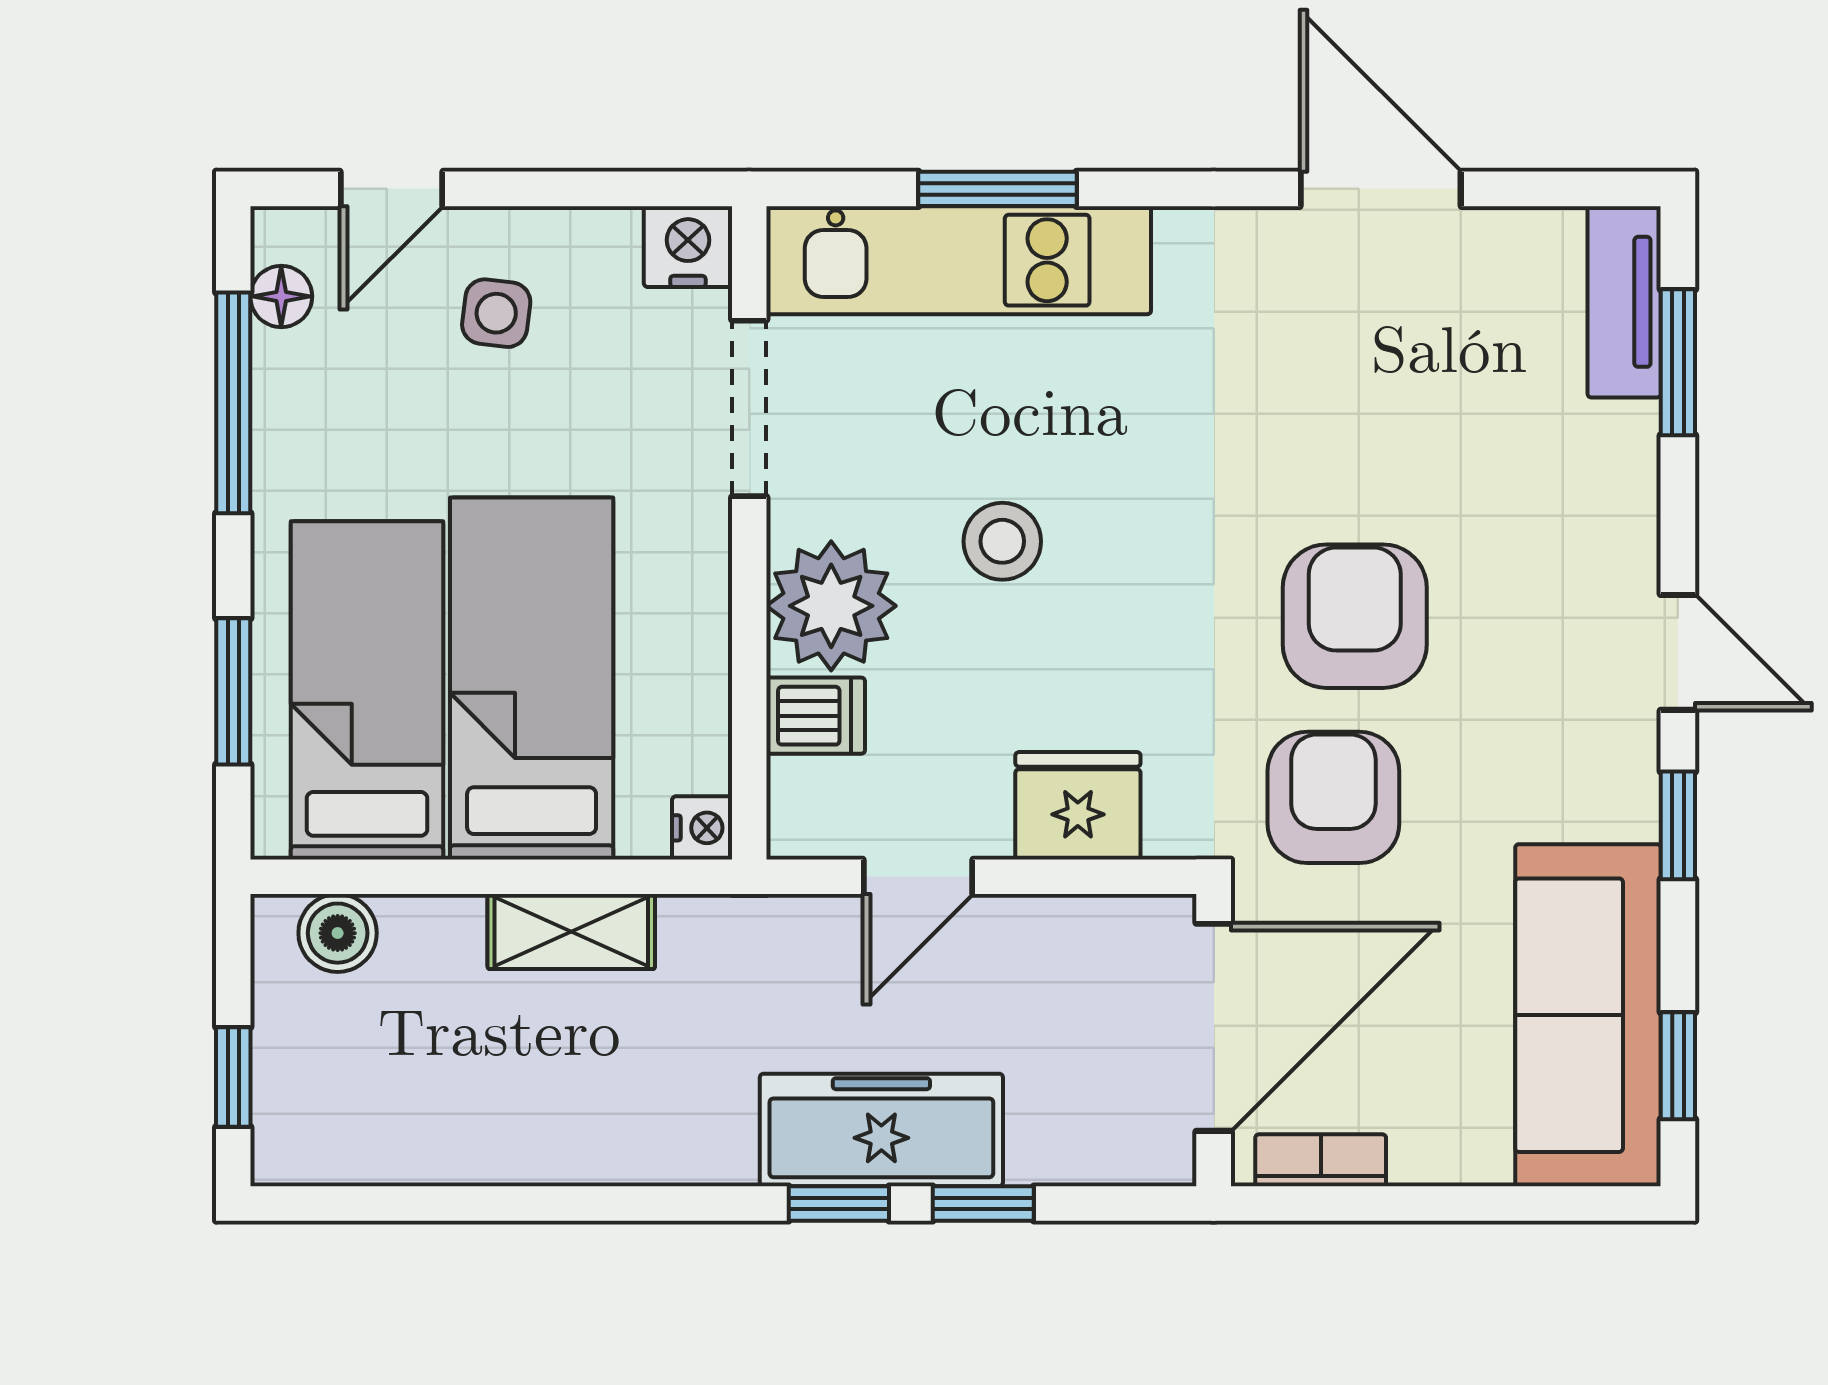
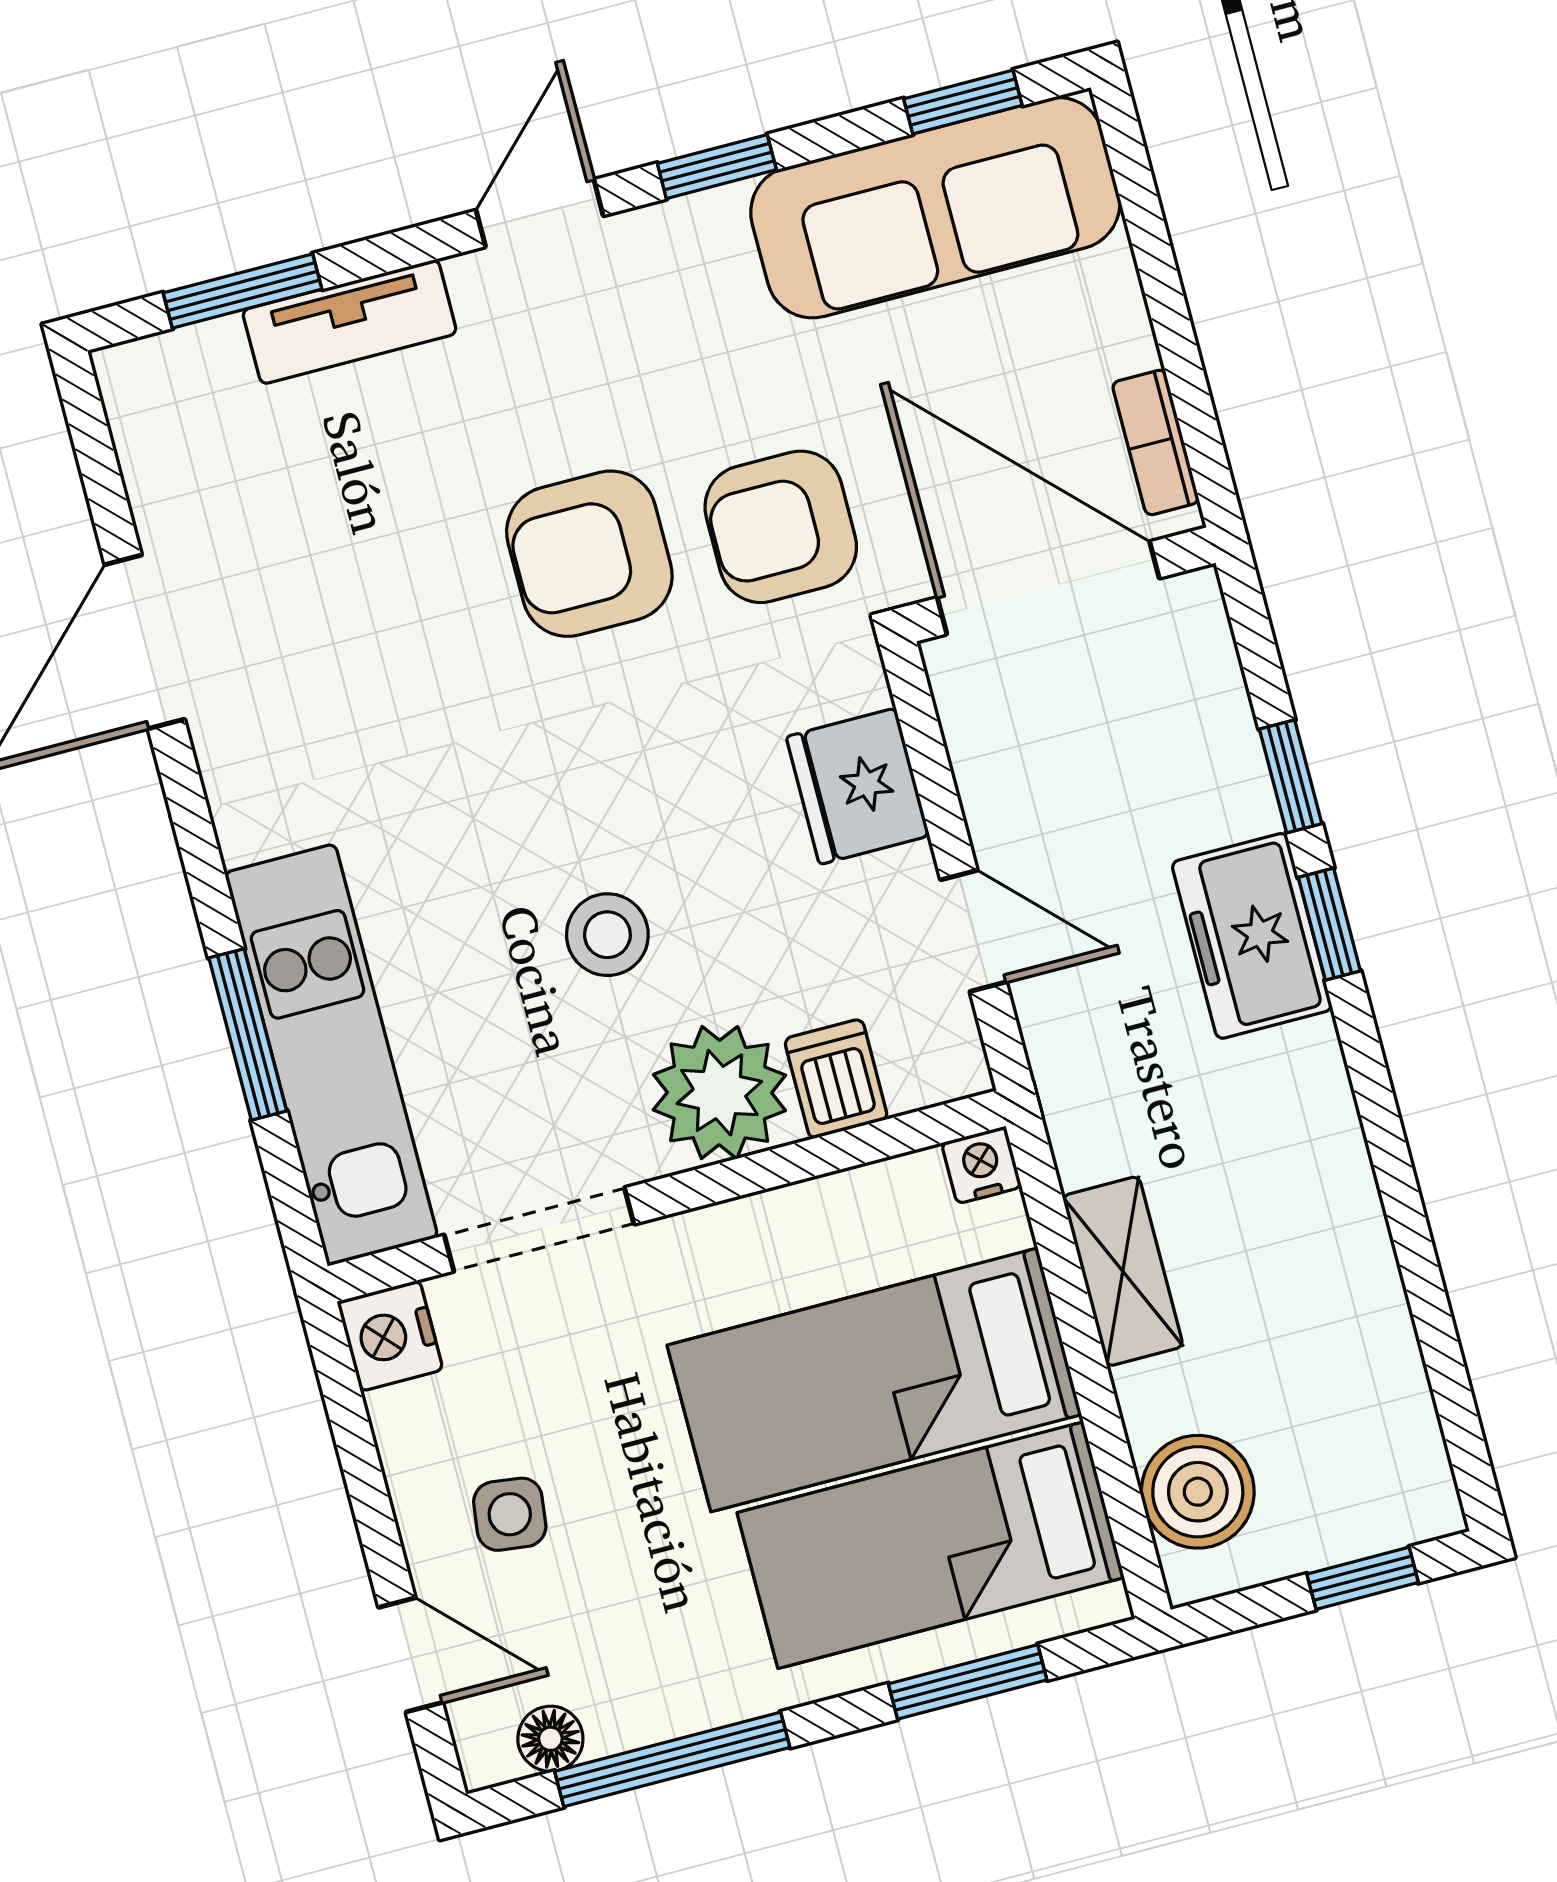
tv unit: (1624, 302) -> (350, 322), moved
boiler: (338, 933) -> (1198, 1492), width x1.36, depth x1.36
freezer: (881, 1130) -> (1252, 936), width x0.71

